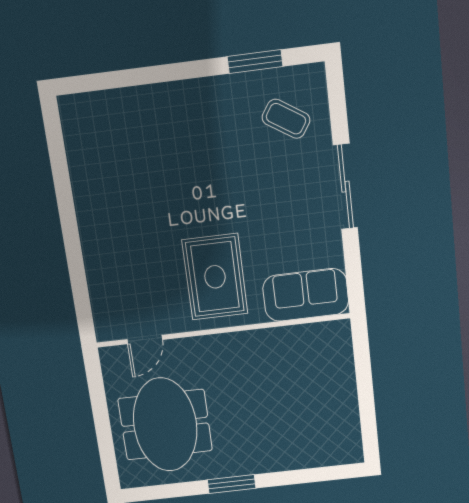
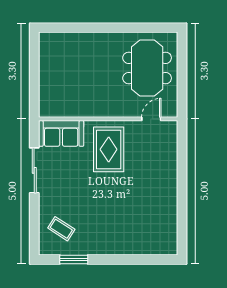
sliding door: (345, 187) -> (34, 170), moved
window: (232, 484) -> (115, 28), removed

